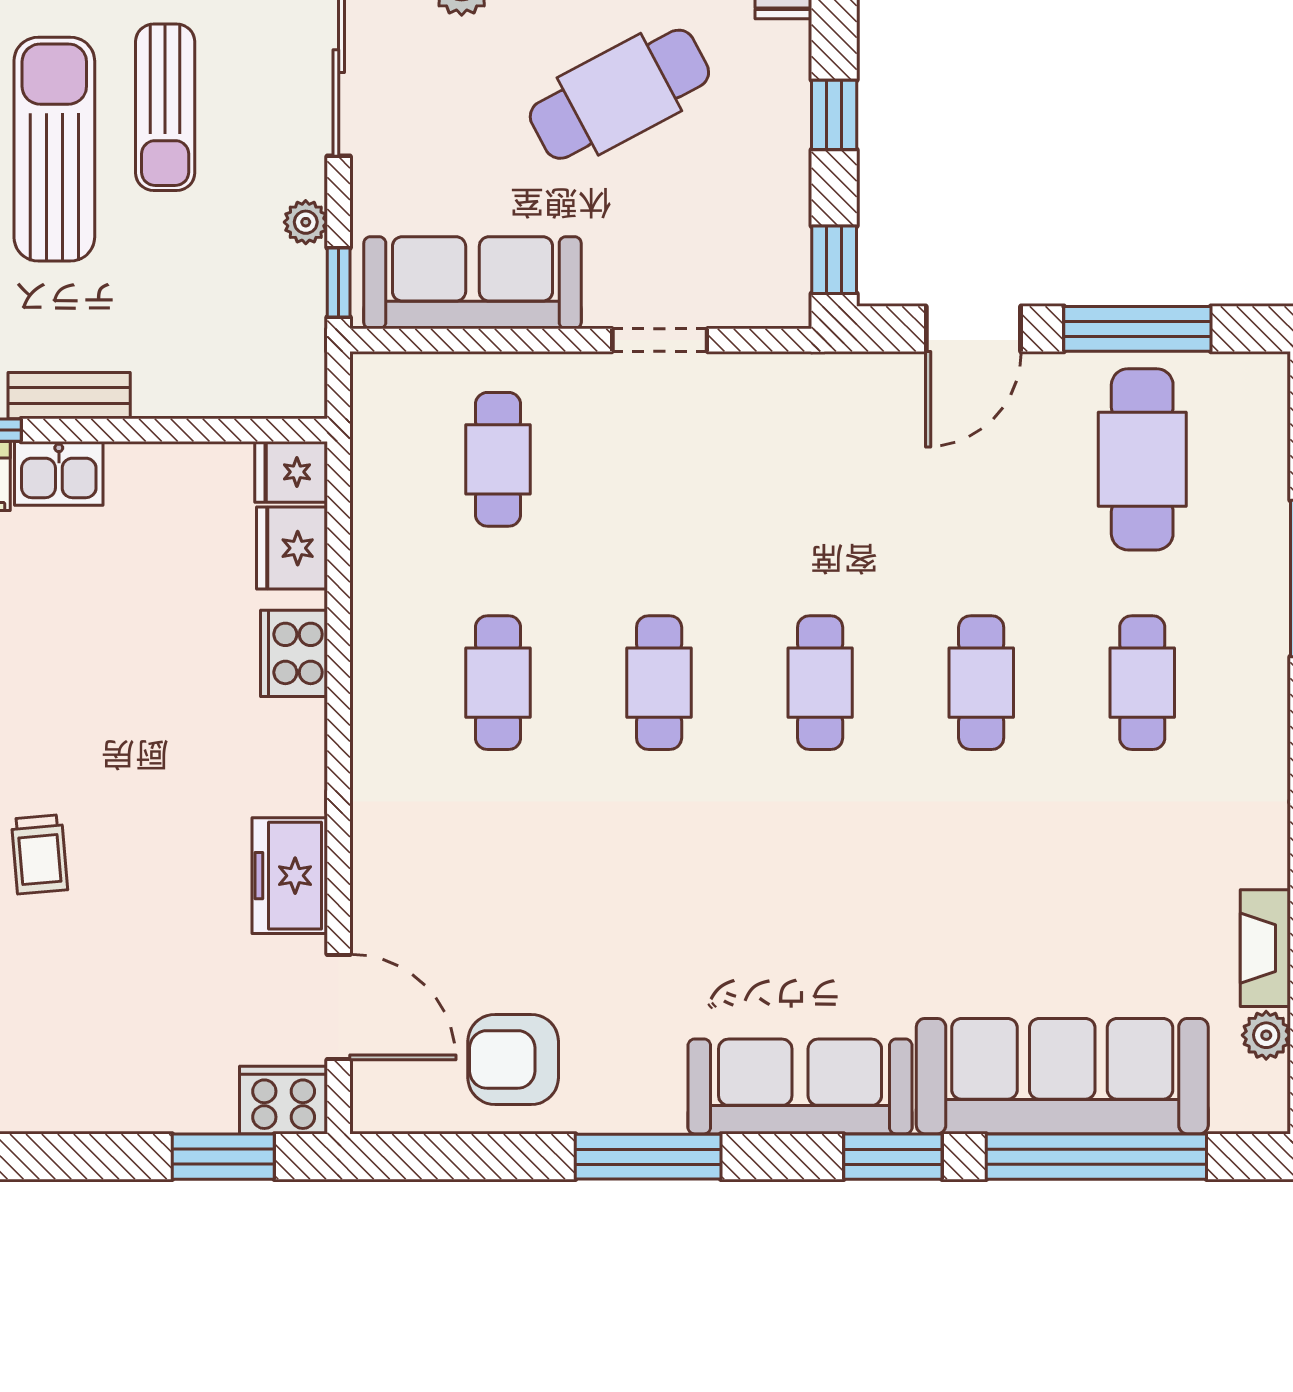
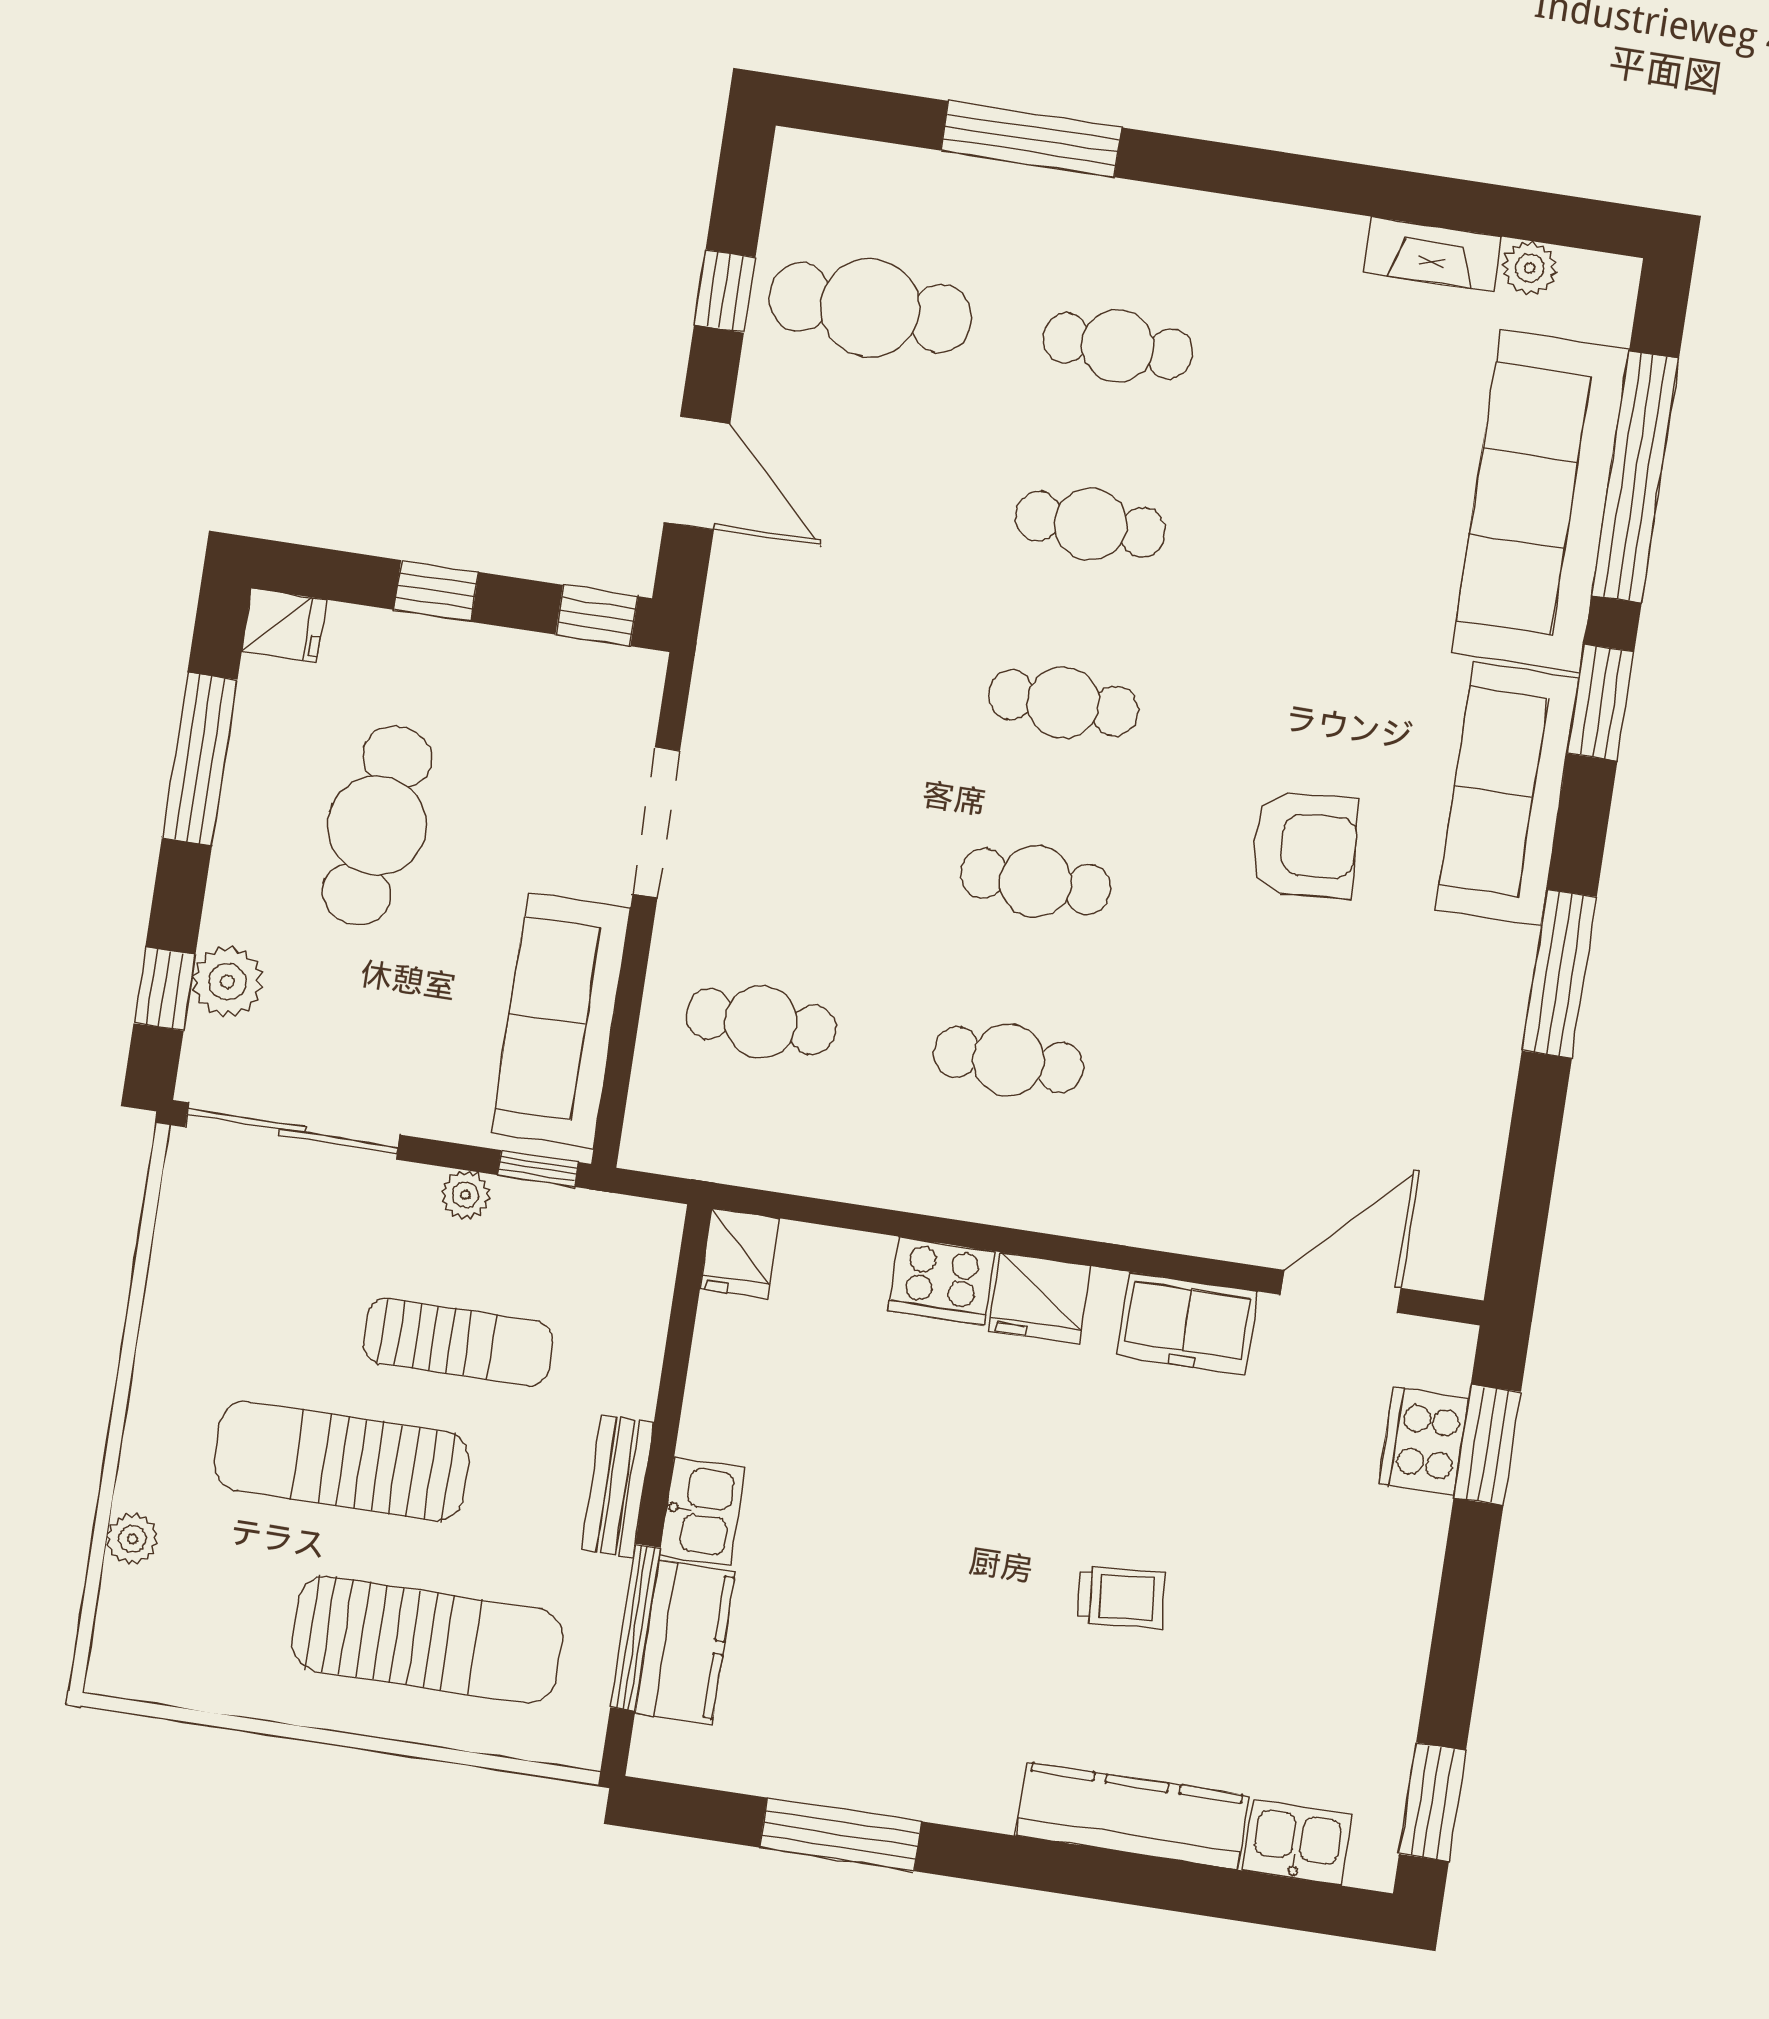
cafe table: (619, 94) -> (377, 825), turned 36
sun lounger: (165, 107) -> (458, 1342), moved
window: (1137, 329) -> (725, 291), width x0.46
doorway: (660, 340) -> (656, 822), width x1.38
fridge: (292, 548) -> (1040, 1298), moved
armchair: (513, 1059) -> (1304, 845), moved, turned -94
cooker: (284, 1100) -> (1424, 1441), moved

